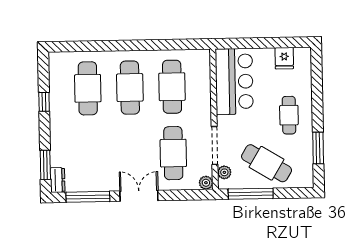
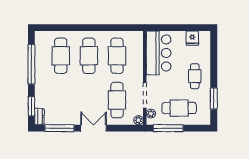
window: (44, 102) -> (31, 64), width x3.17
cafe table: (267, 163) -> (179, 108), turned -31

